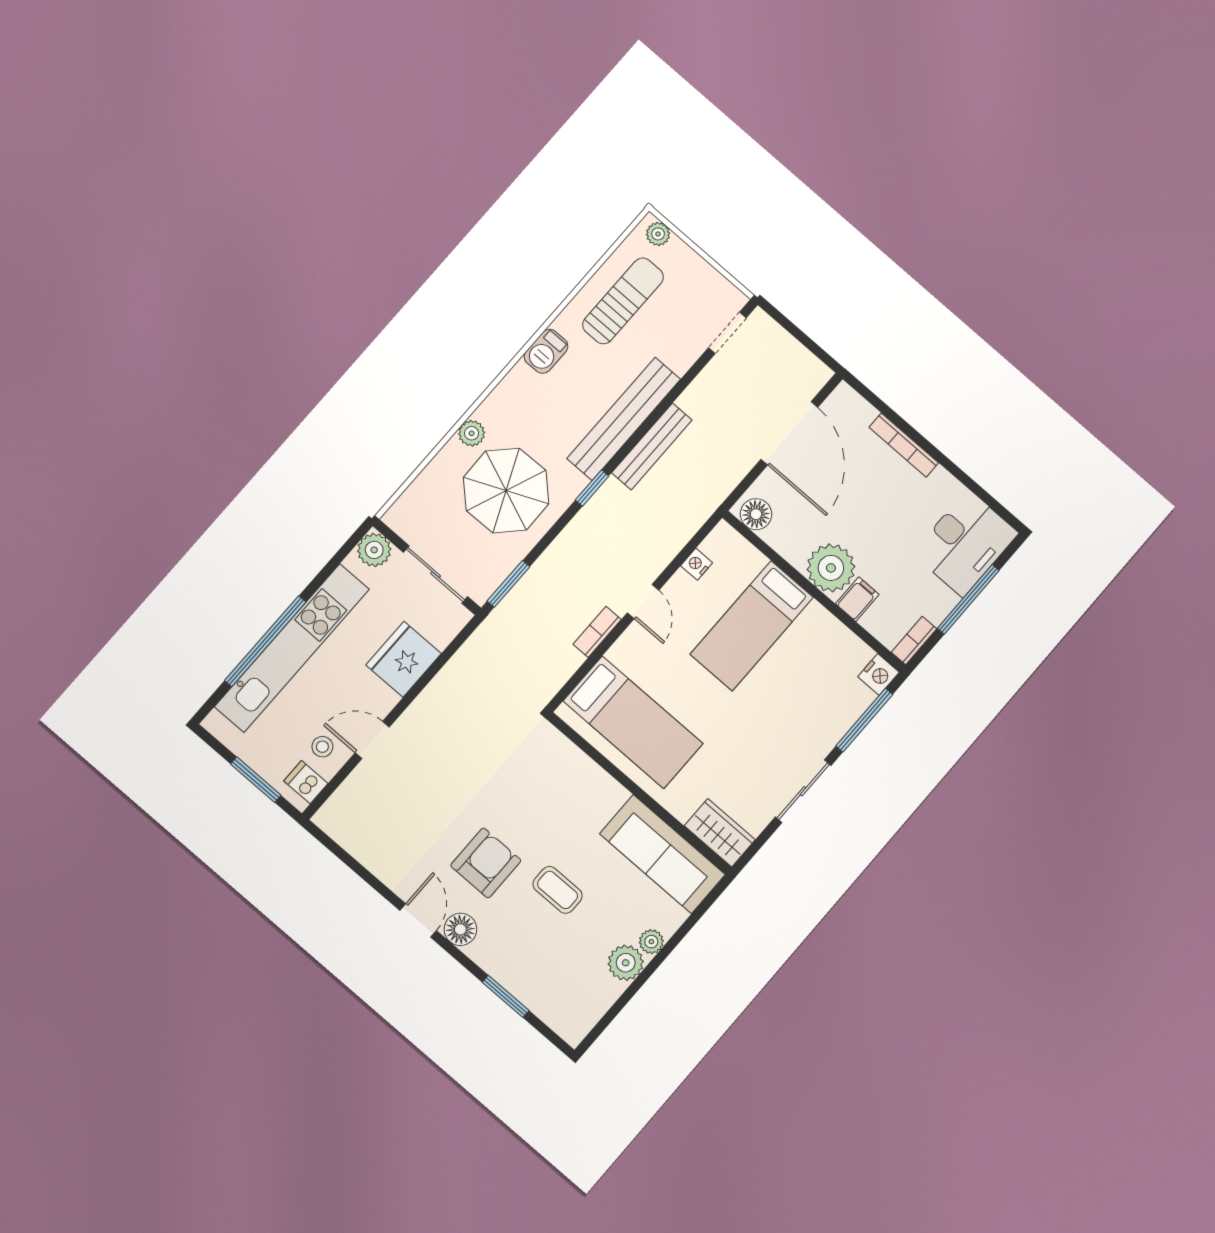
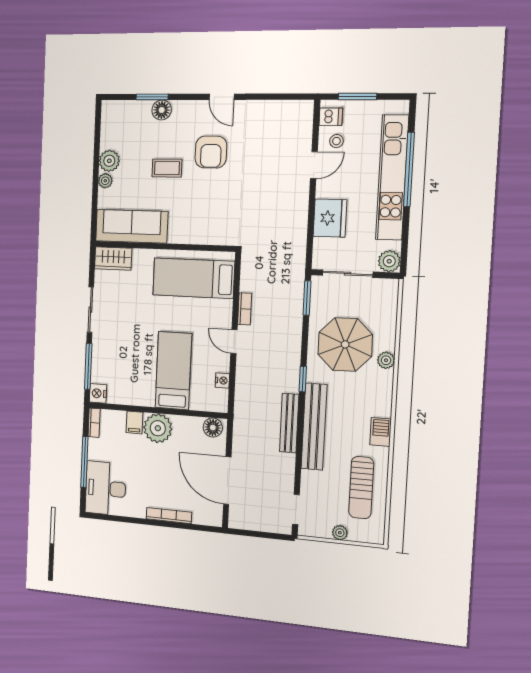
plant: (658, 234) -> (340, 533), moved
floor lamp: (460, 929) -> (162, 110), moved

